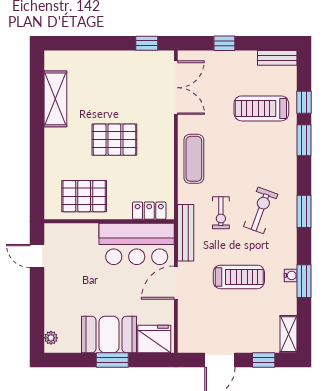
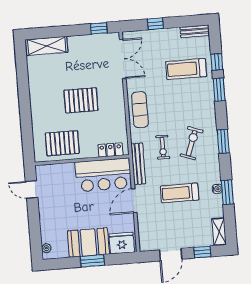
shelving: (55, 99) -> (47, 46), moved, turned 90
treadmill: (239, 277) -> (180, 193), turned 180

